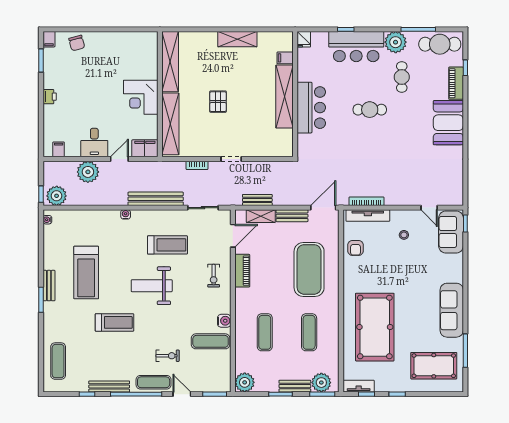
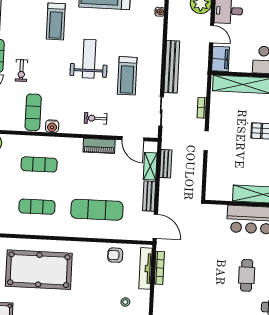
water cooler: (126, 214) -> (160, 12), moved
exercise mat: (309, 269) -> (97, 210), width x0.68

